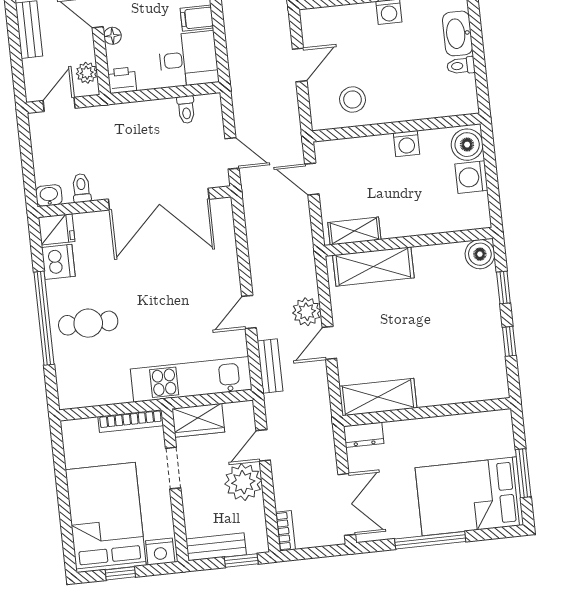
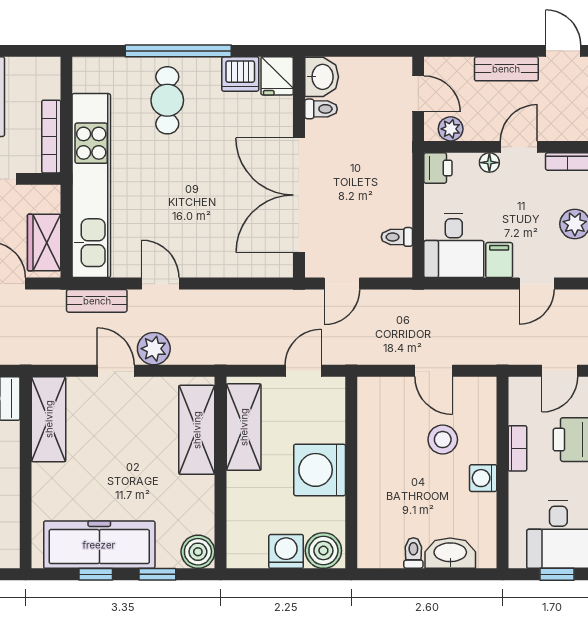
stool: (352, 100) -> (443, 440), moved
washing machine: (407, 144) -> (320, 470), width x1.89, depth x1.89
washbasin: (49, 195) -> (322, 77), width x1.38, depth x1.45
shelving: (354, 231) -> (244, 427), width x1.50, depth x1.33
freezer: (483, 341) -> (99, 545), added
kitchen unit: (191, 379) -> (91, 186), width x1.36
wardrobe: (198, 420) -> (44, 243), moved

